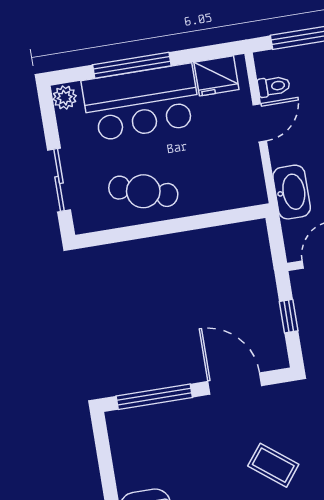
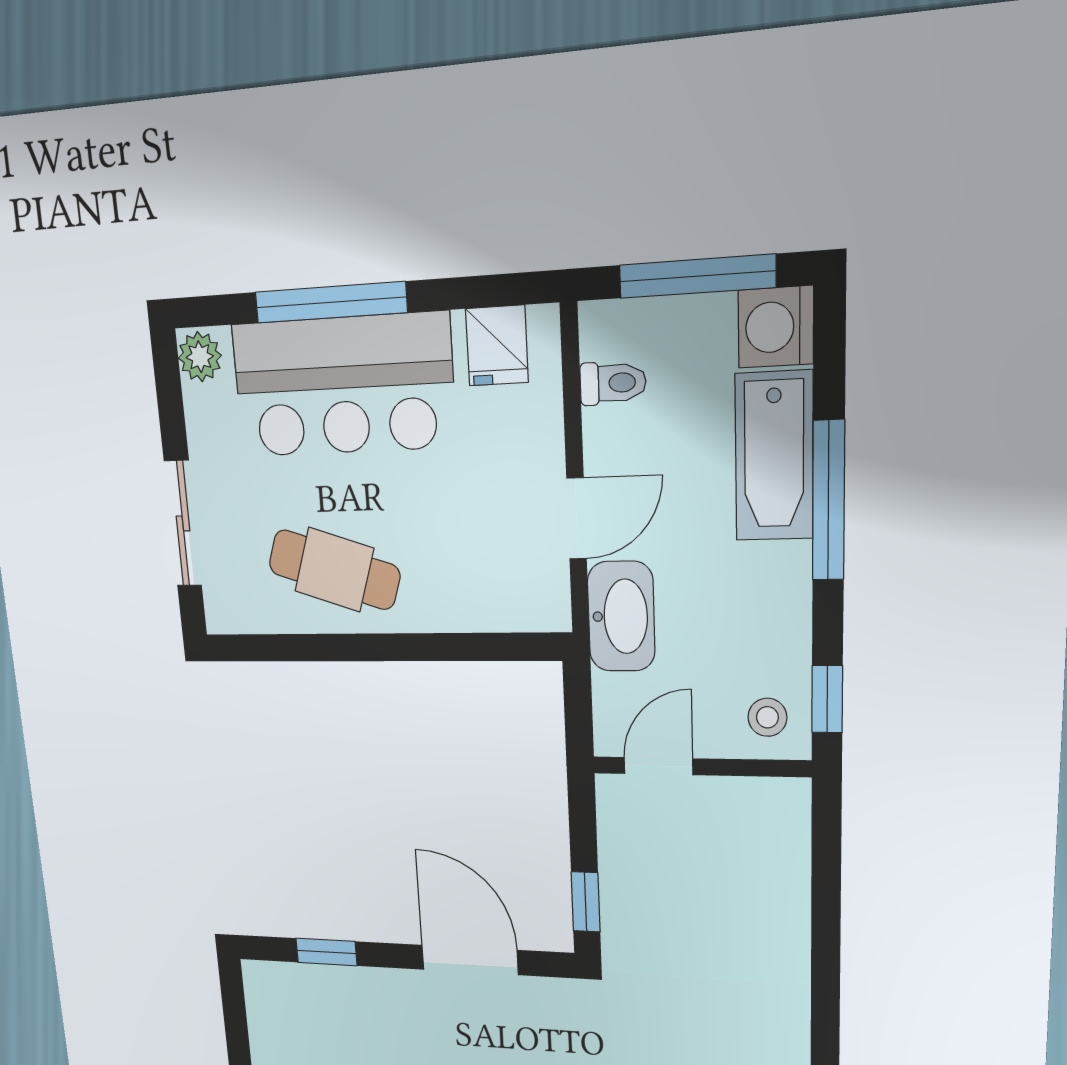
fridge: (216, 76) -> (497, 346), width x0.72
door: (260, 123) -> (577, 518), moved
window: (289, 316) -> (586, 902), moved
window: (154, 397) -> (326, 952), width x0.46

